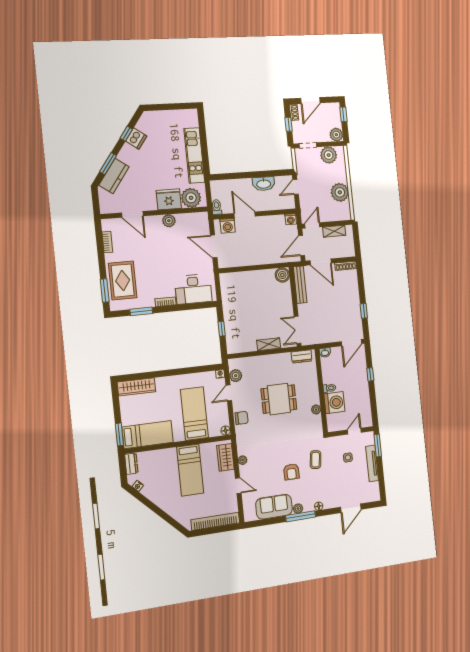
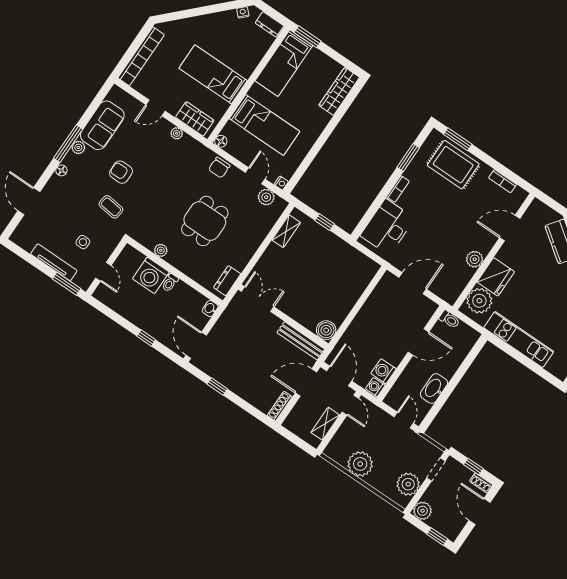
washing machine: (228, 226) -> (383, 371), moved
shelving: (269, 344) -> (286, 231), moved

